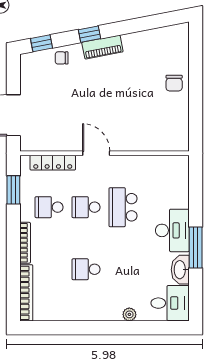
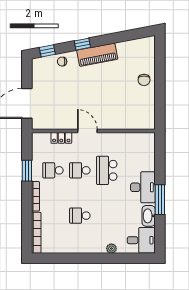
piano: (102, 47) -> (97, 55), width x1.37, depth x1.33
locker: (53, 163) -> (61, 138), width x0.66
window: (13, 190) -> (27, 171), moved

